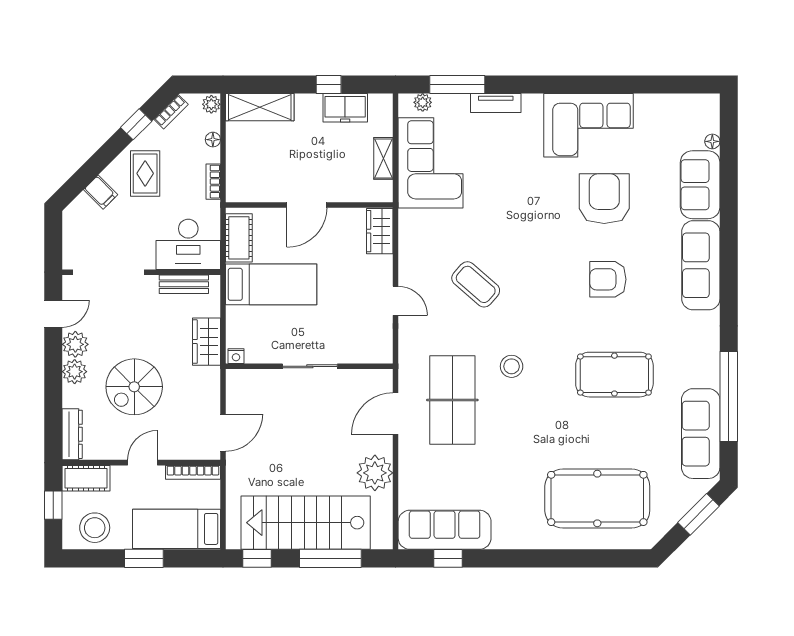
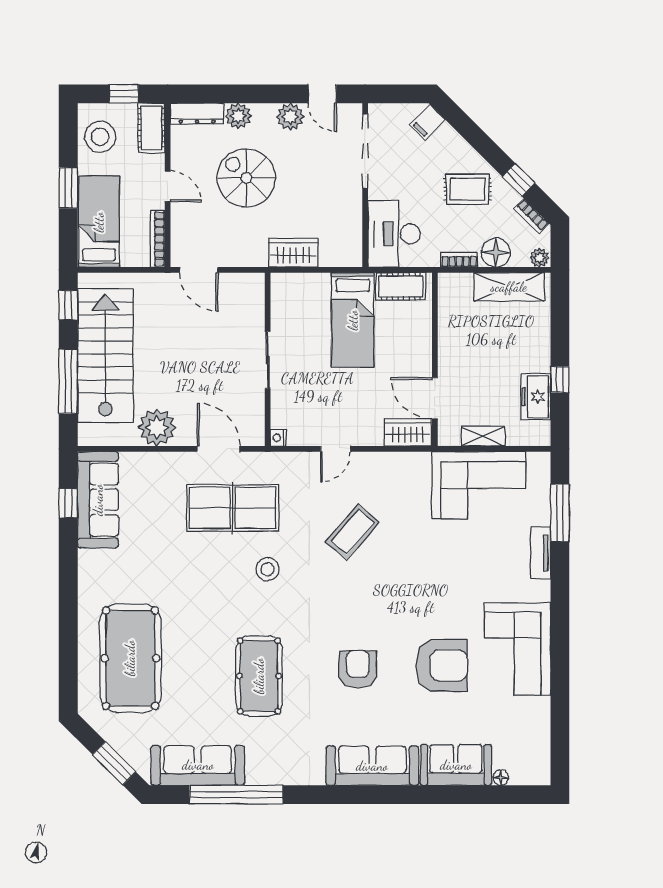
plant: (423, 102) -> (541, 477), removed
shelving: (260, 107) -> (509, 287), moved, turned 90
floor lamp: (213, 140) -> (496, 253), width x1.89, depth x1.89
filing cabinet: (101, 192) -> (427, 122), moved
door: (307, 205) -> (435, 398), moved
bench: (184, 284) -> (353, 229), removed
nightstand: (236, 356) -> (278, 438), moved
plant: (75, 372) -> (238, 116), moved

